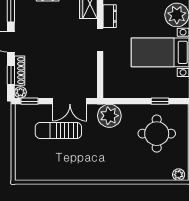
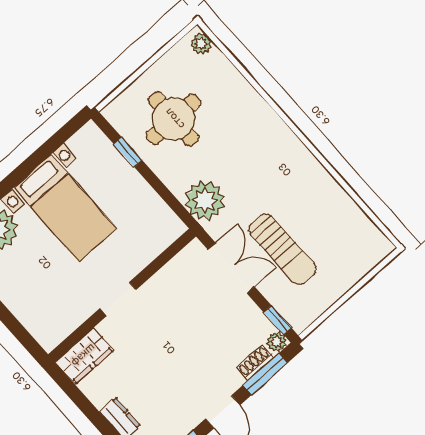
dresser: (110, 16) -> (76, 314), removed
shoe rack: (20, 71) -> (255, 363), width x0.70
window: (11, 75) -> (265, 374), width x1.50

